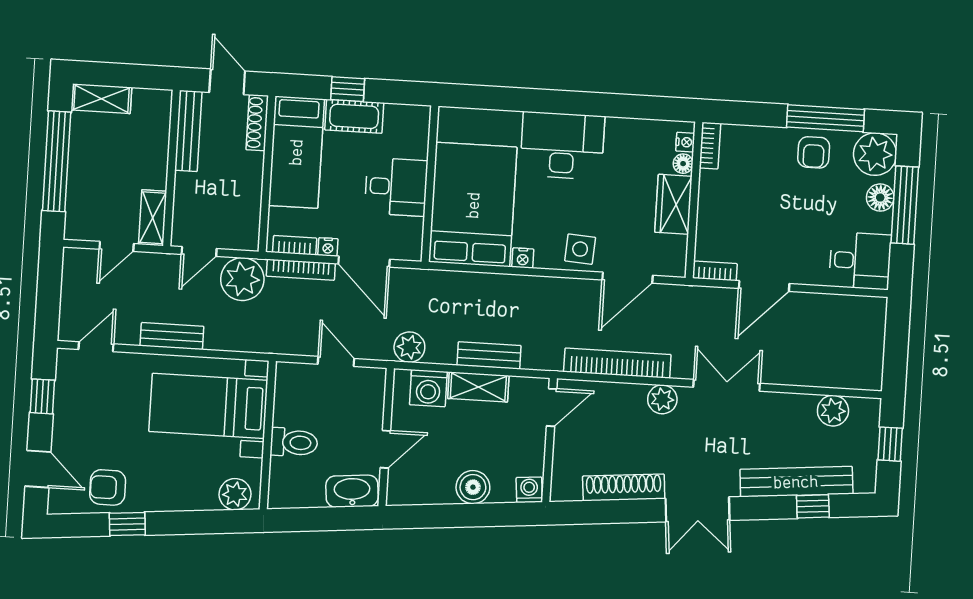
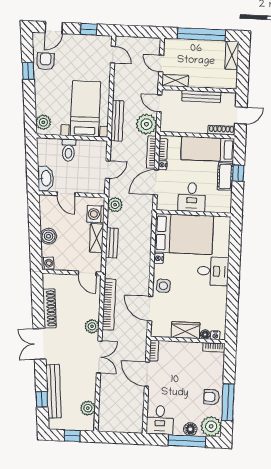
bench: (188, 131) -> (201, 96), moved
desk: (562, 146) -> (213, 271), width x0.73
bench: (172, 336) -> (117, 121), moved, width x1.36

